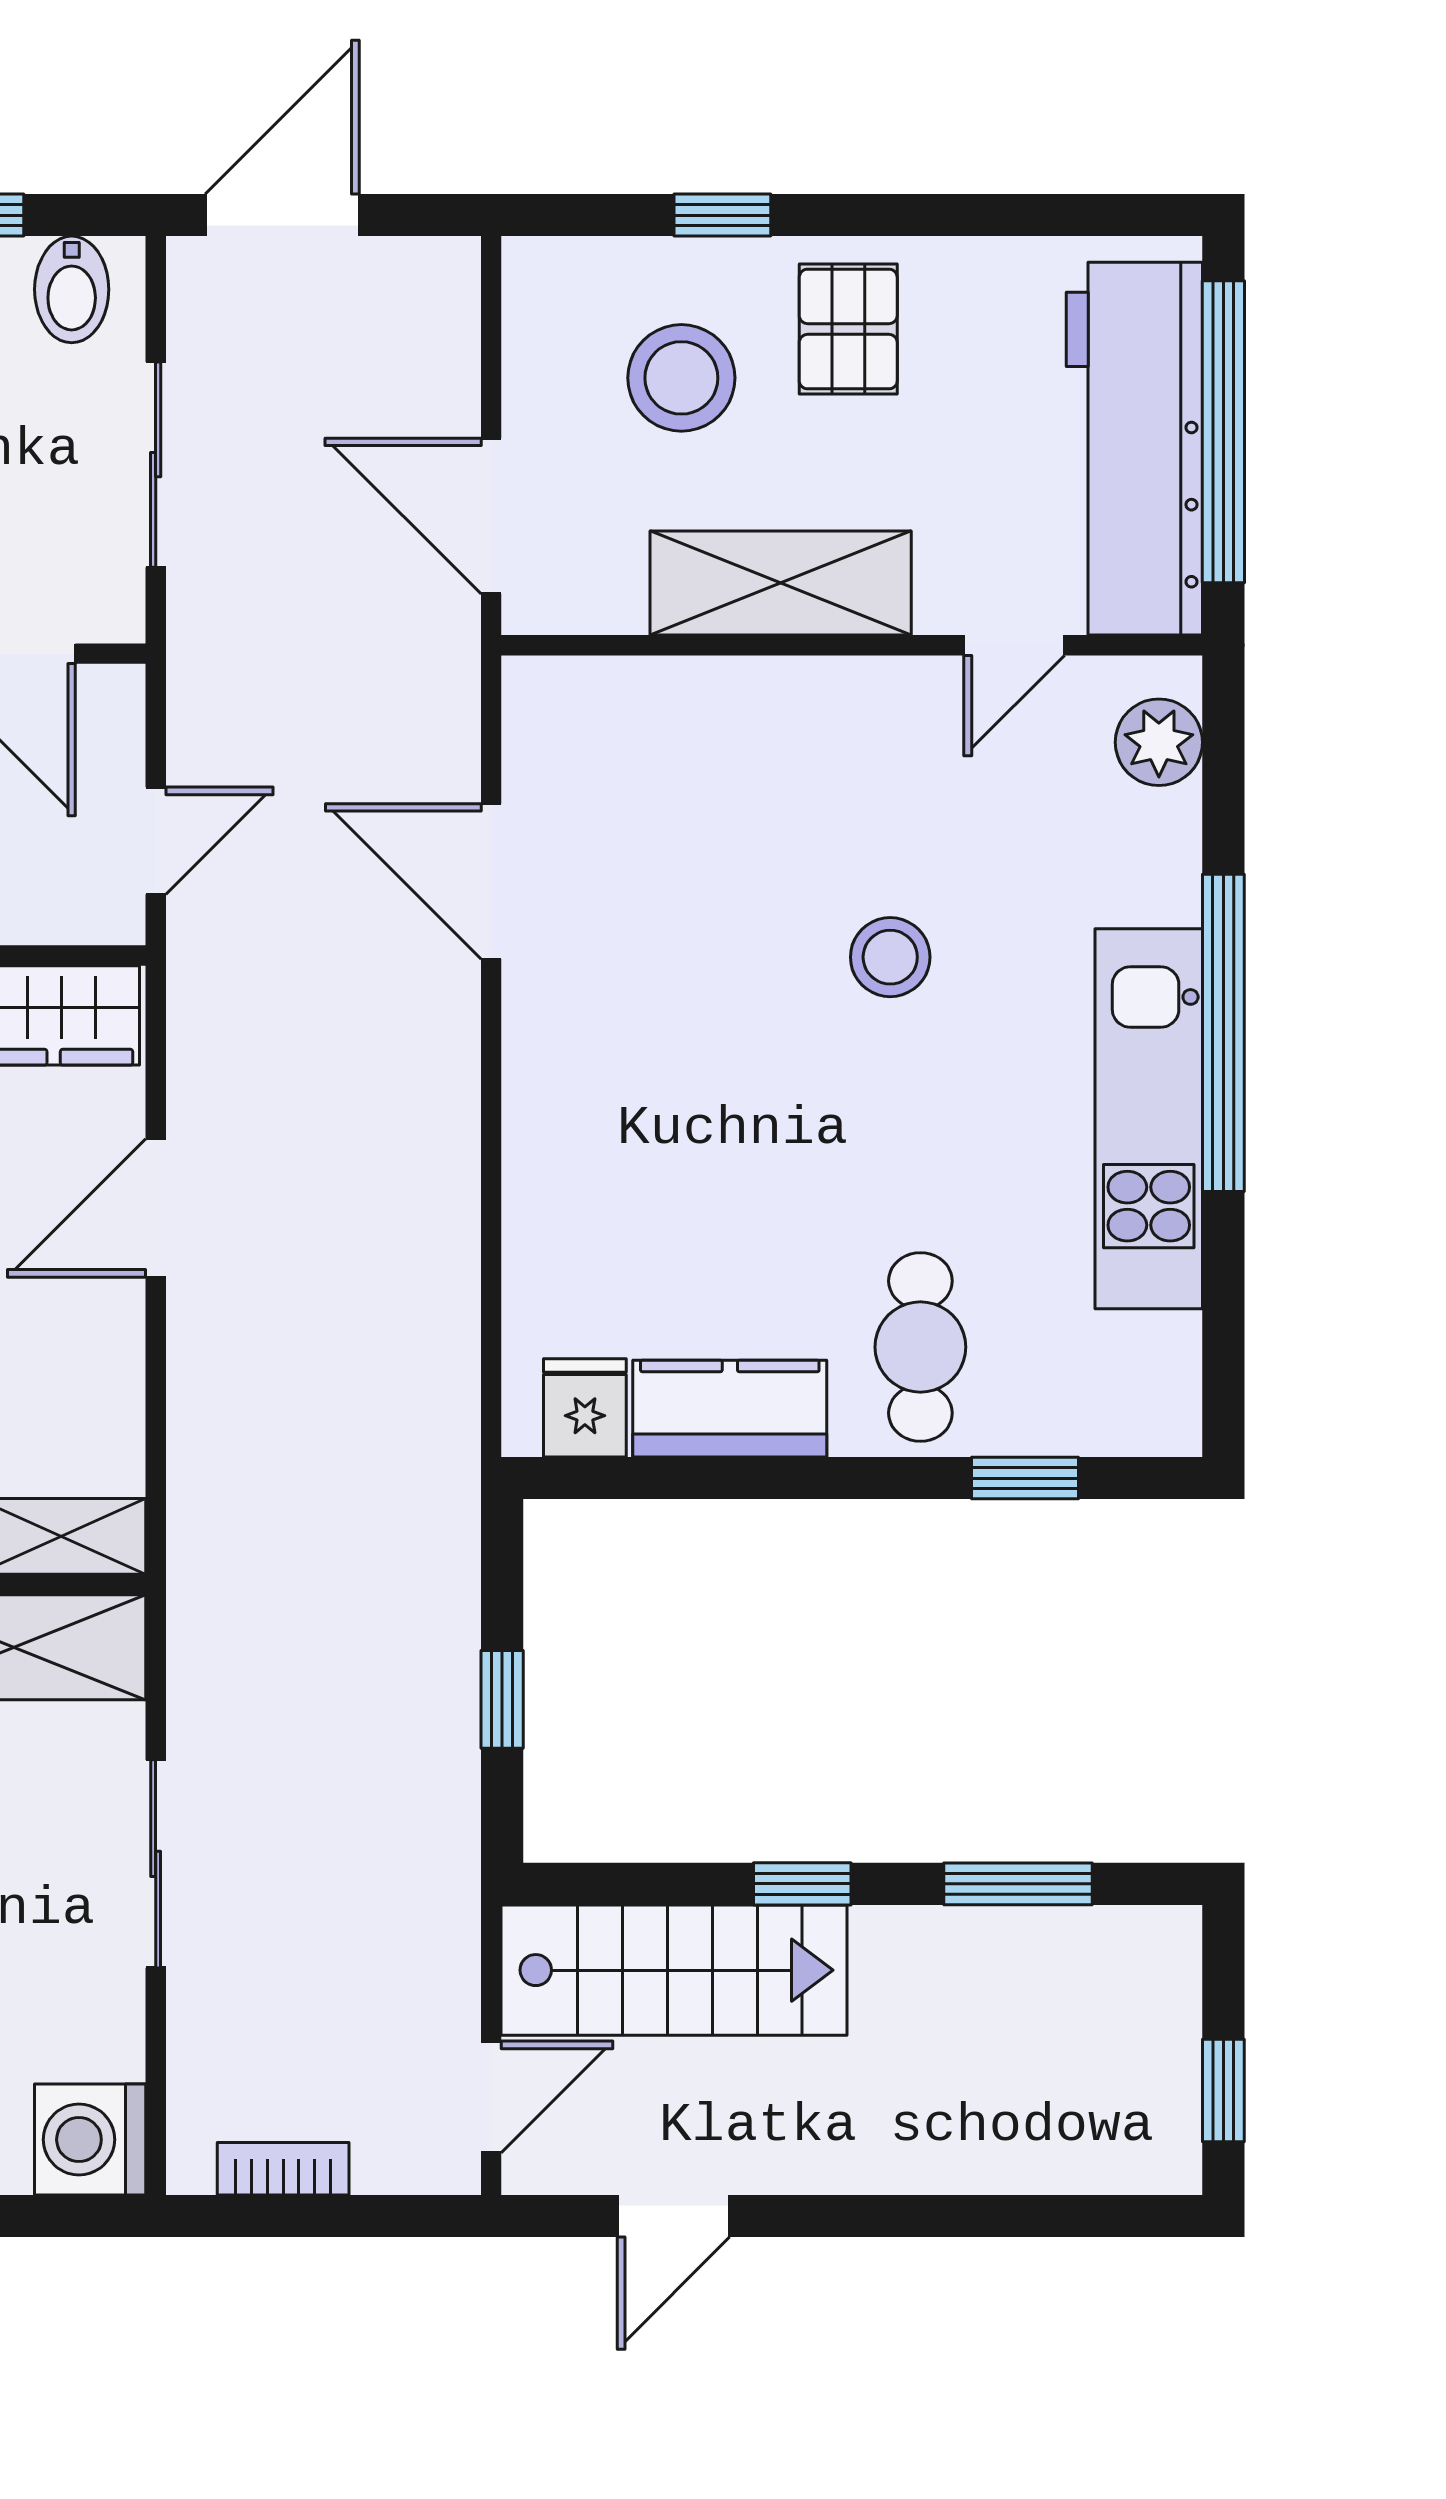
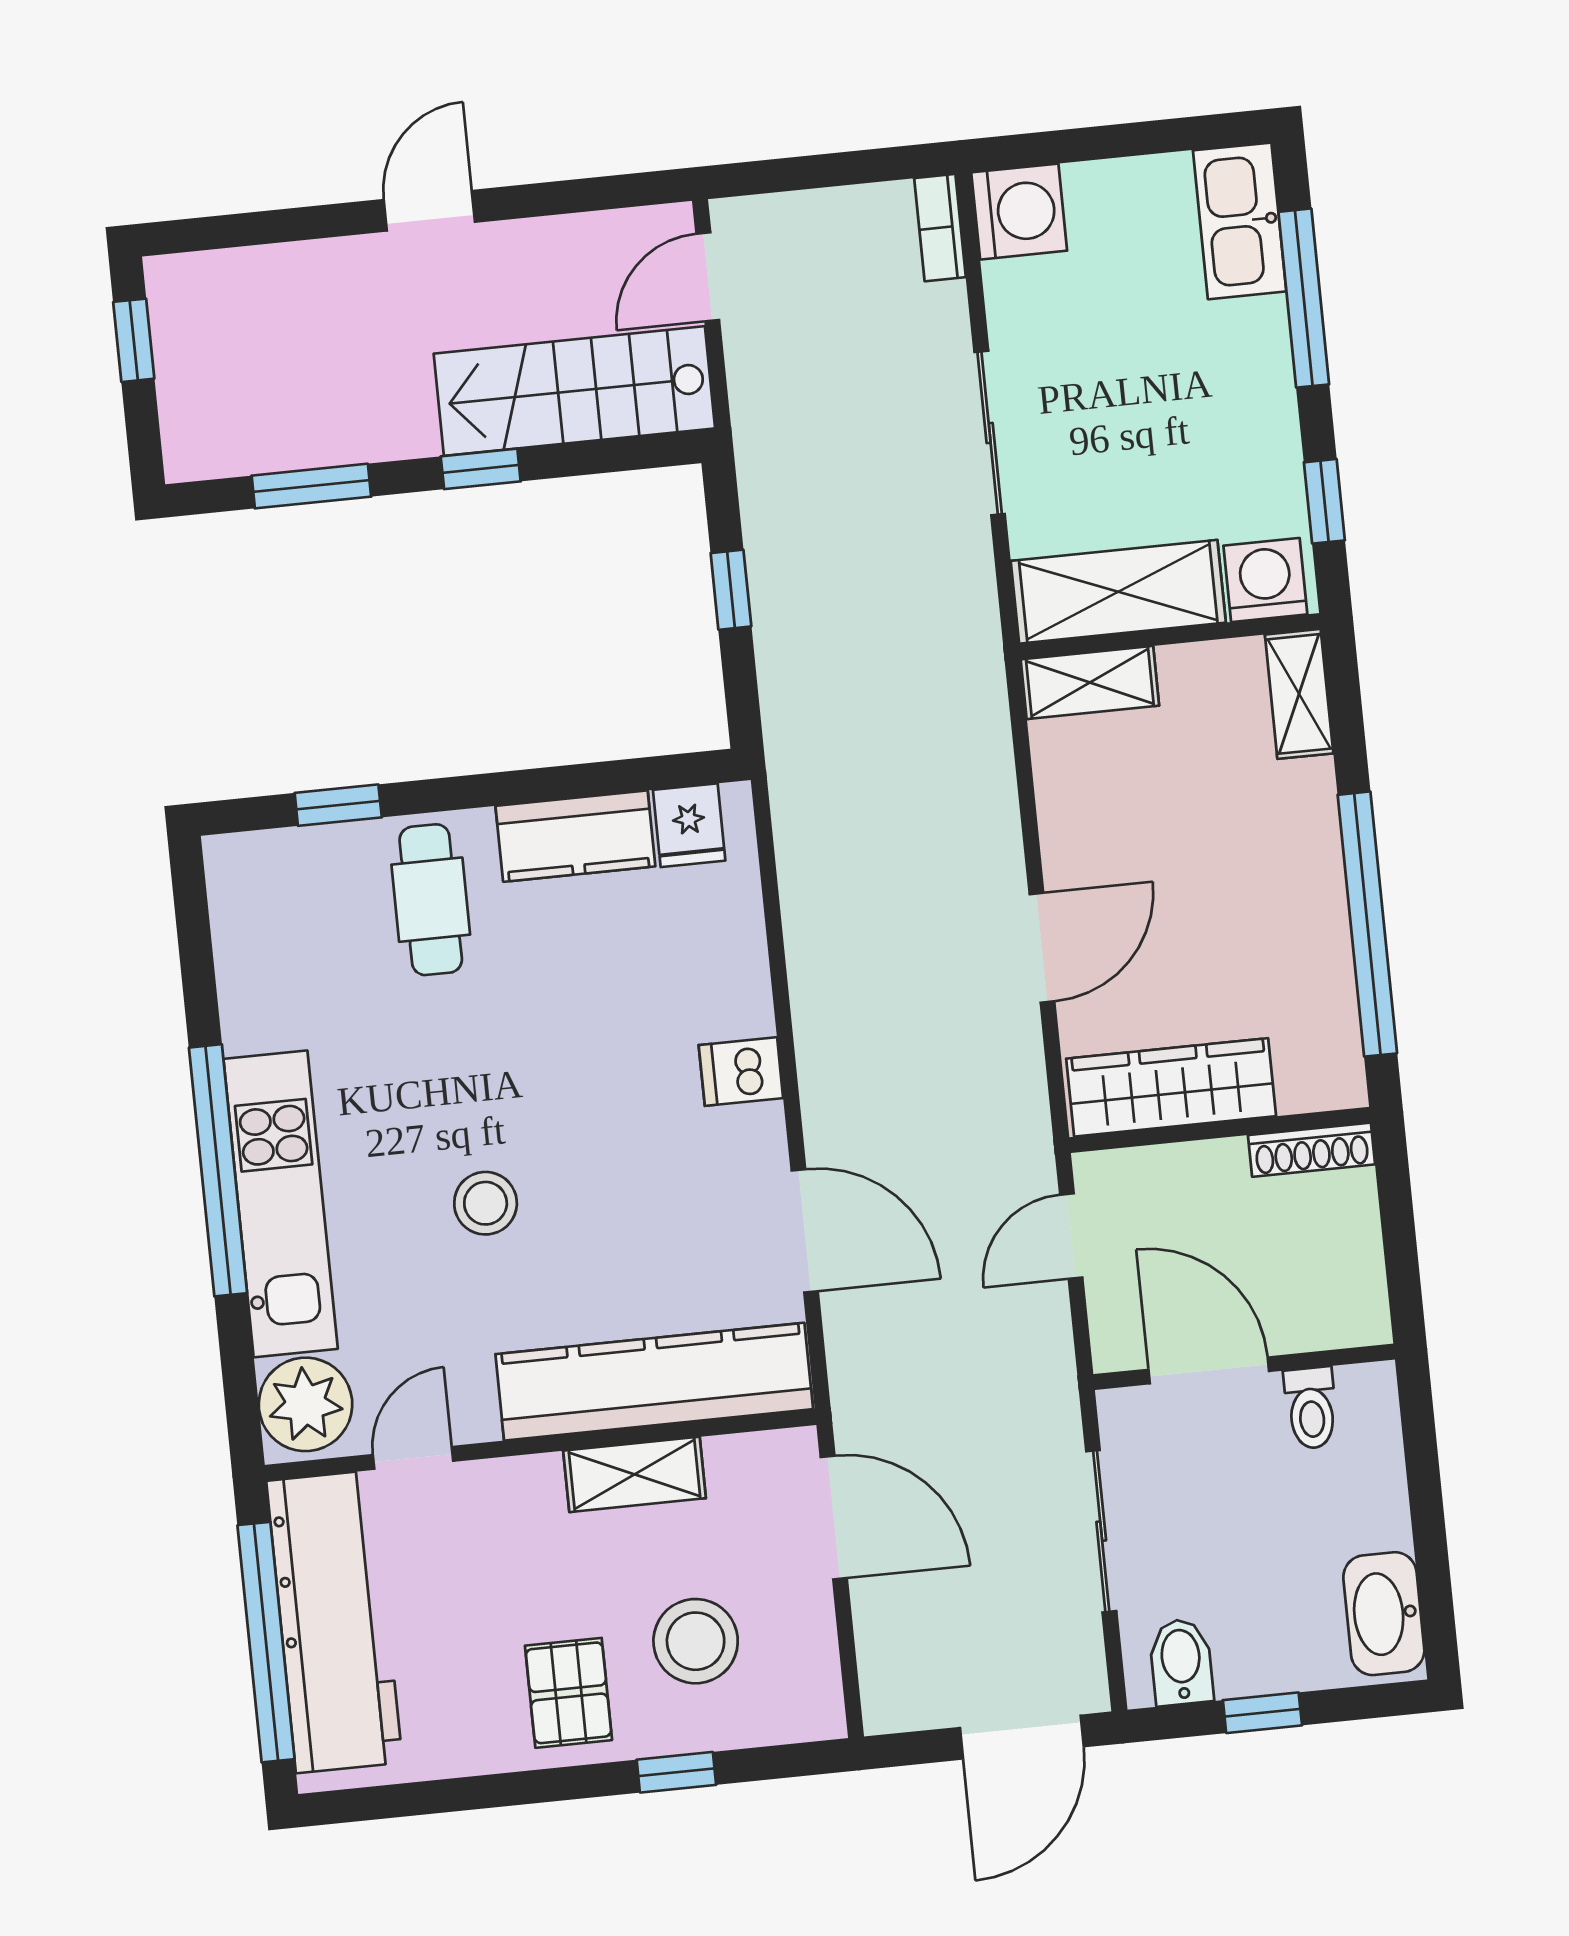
shelving: (781, 583) -> (635, 1474), width x0.67, depth x0.75
kitchen counter: (700, 710) -> (654, 1382), added
plant: (1159, 742) -> (305, 1404), width x1.36, depth x1.36
dishwasher: (551, 1090) -> (741, 1072), added
kitchen unit: (1149, 1119) -> (281, 1204), moved
bookcase: (283, 2169) -> (940, 228), moved, turned 90
door: (673, 2216) -> (429, 211), moved

